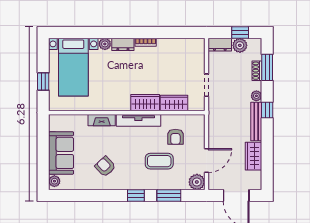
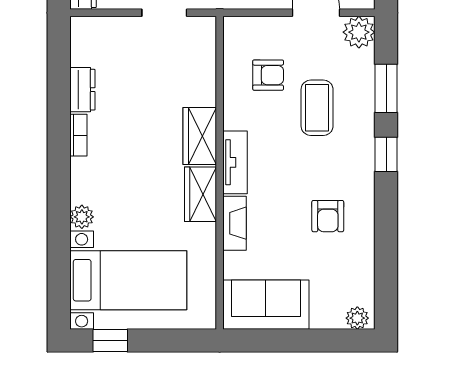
dresser: (123, 44) -> (82, 90), moved
window: (43, 81) -> (110, 341), moved
wardrobe: (174, 103) -> (200, 194), moved
tv unit: (138, 120) -> (235, 162), width x0.71
sofa: (61, 153) -> (266, 305), moved
armchair: (105, 166) -> (328, 216), turned -47

